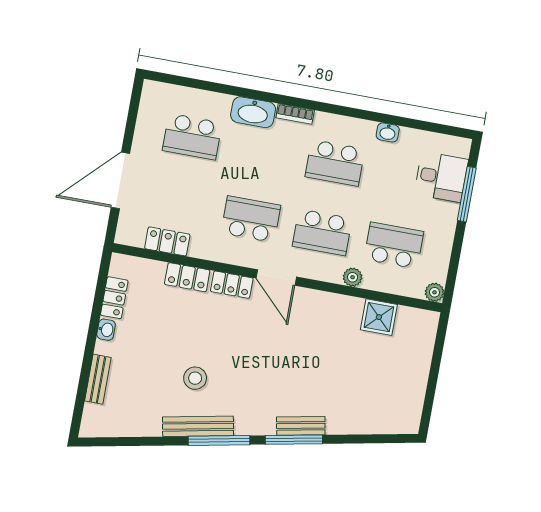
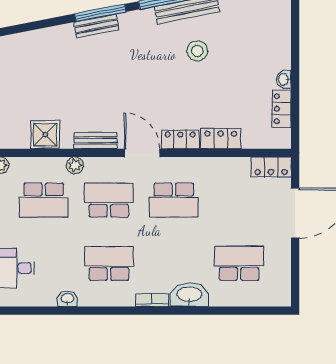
locker: (167, 241) -> (271, 167), moved
bench: (98, 379) -> (96, 141), moved, turned 90

